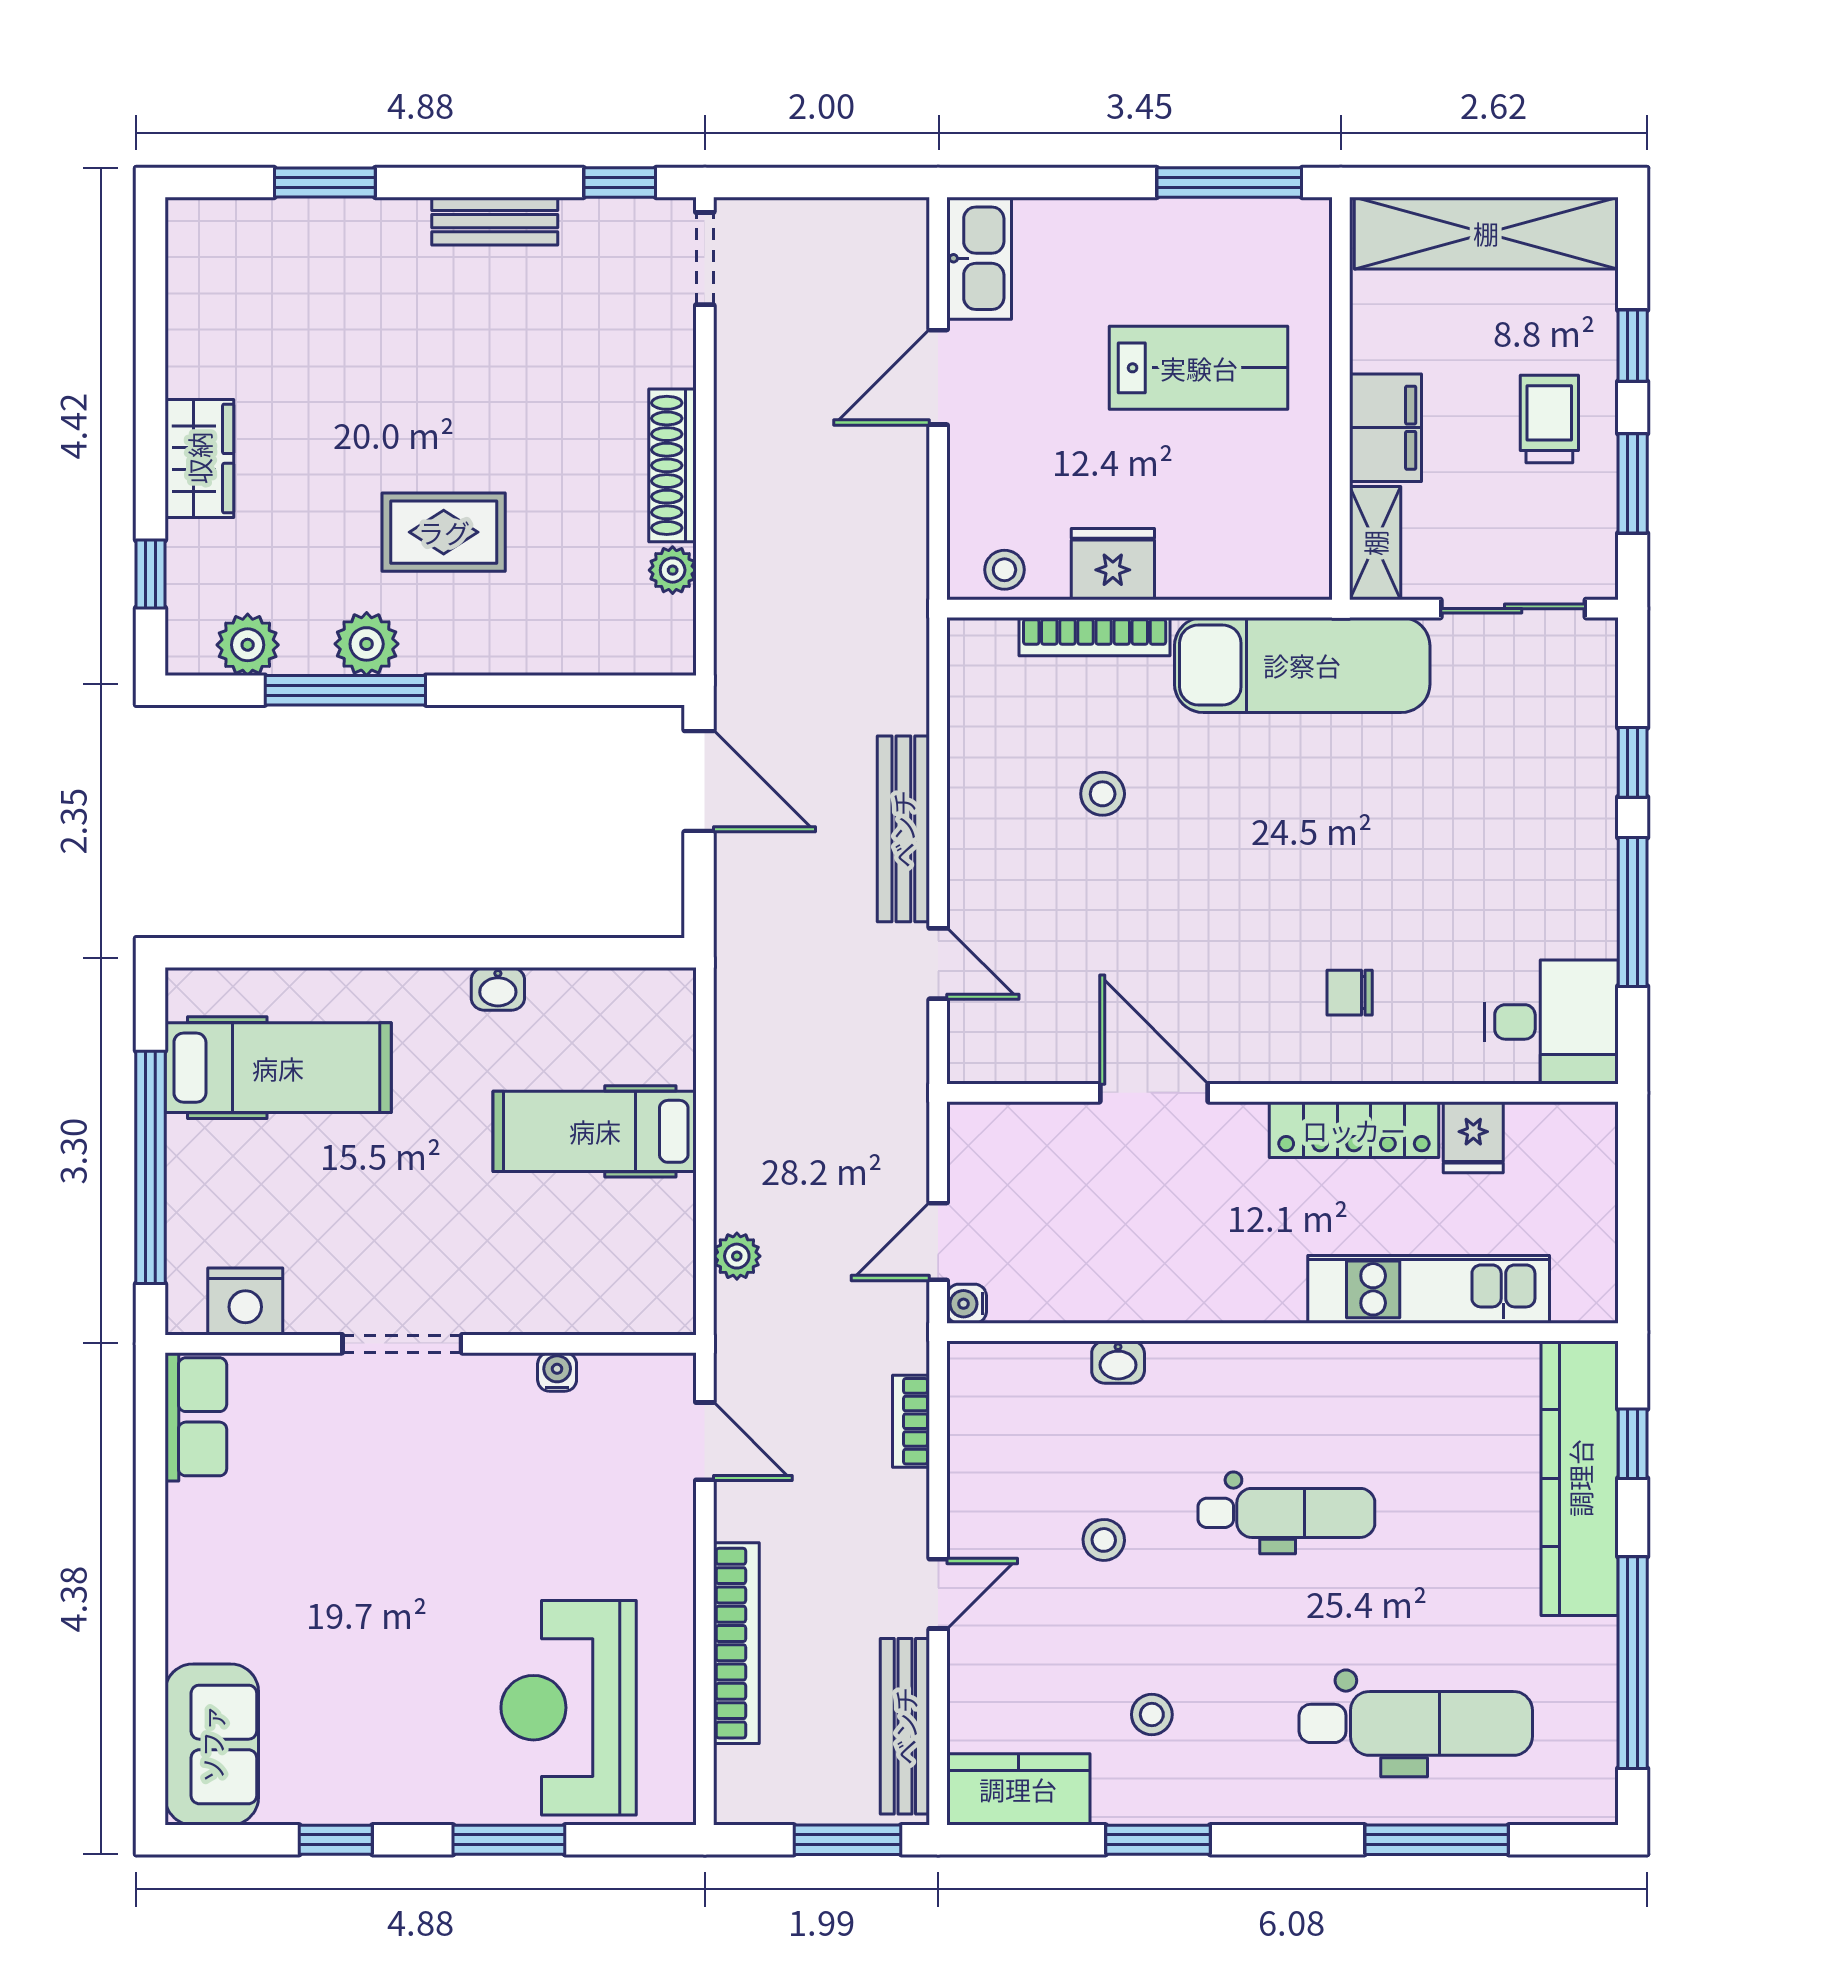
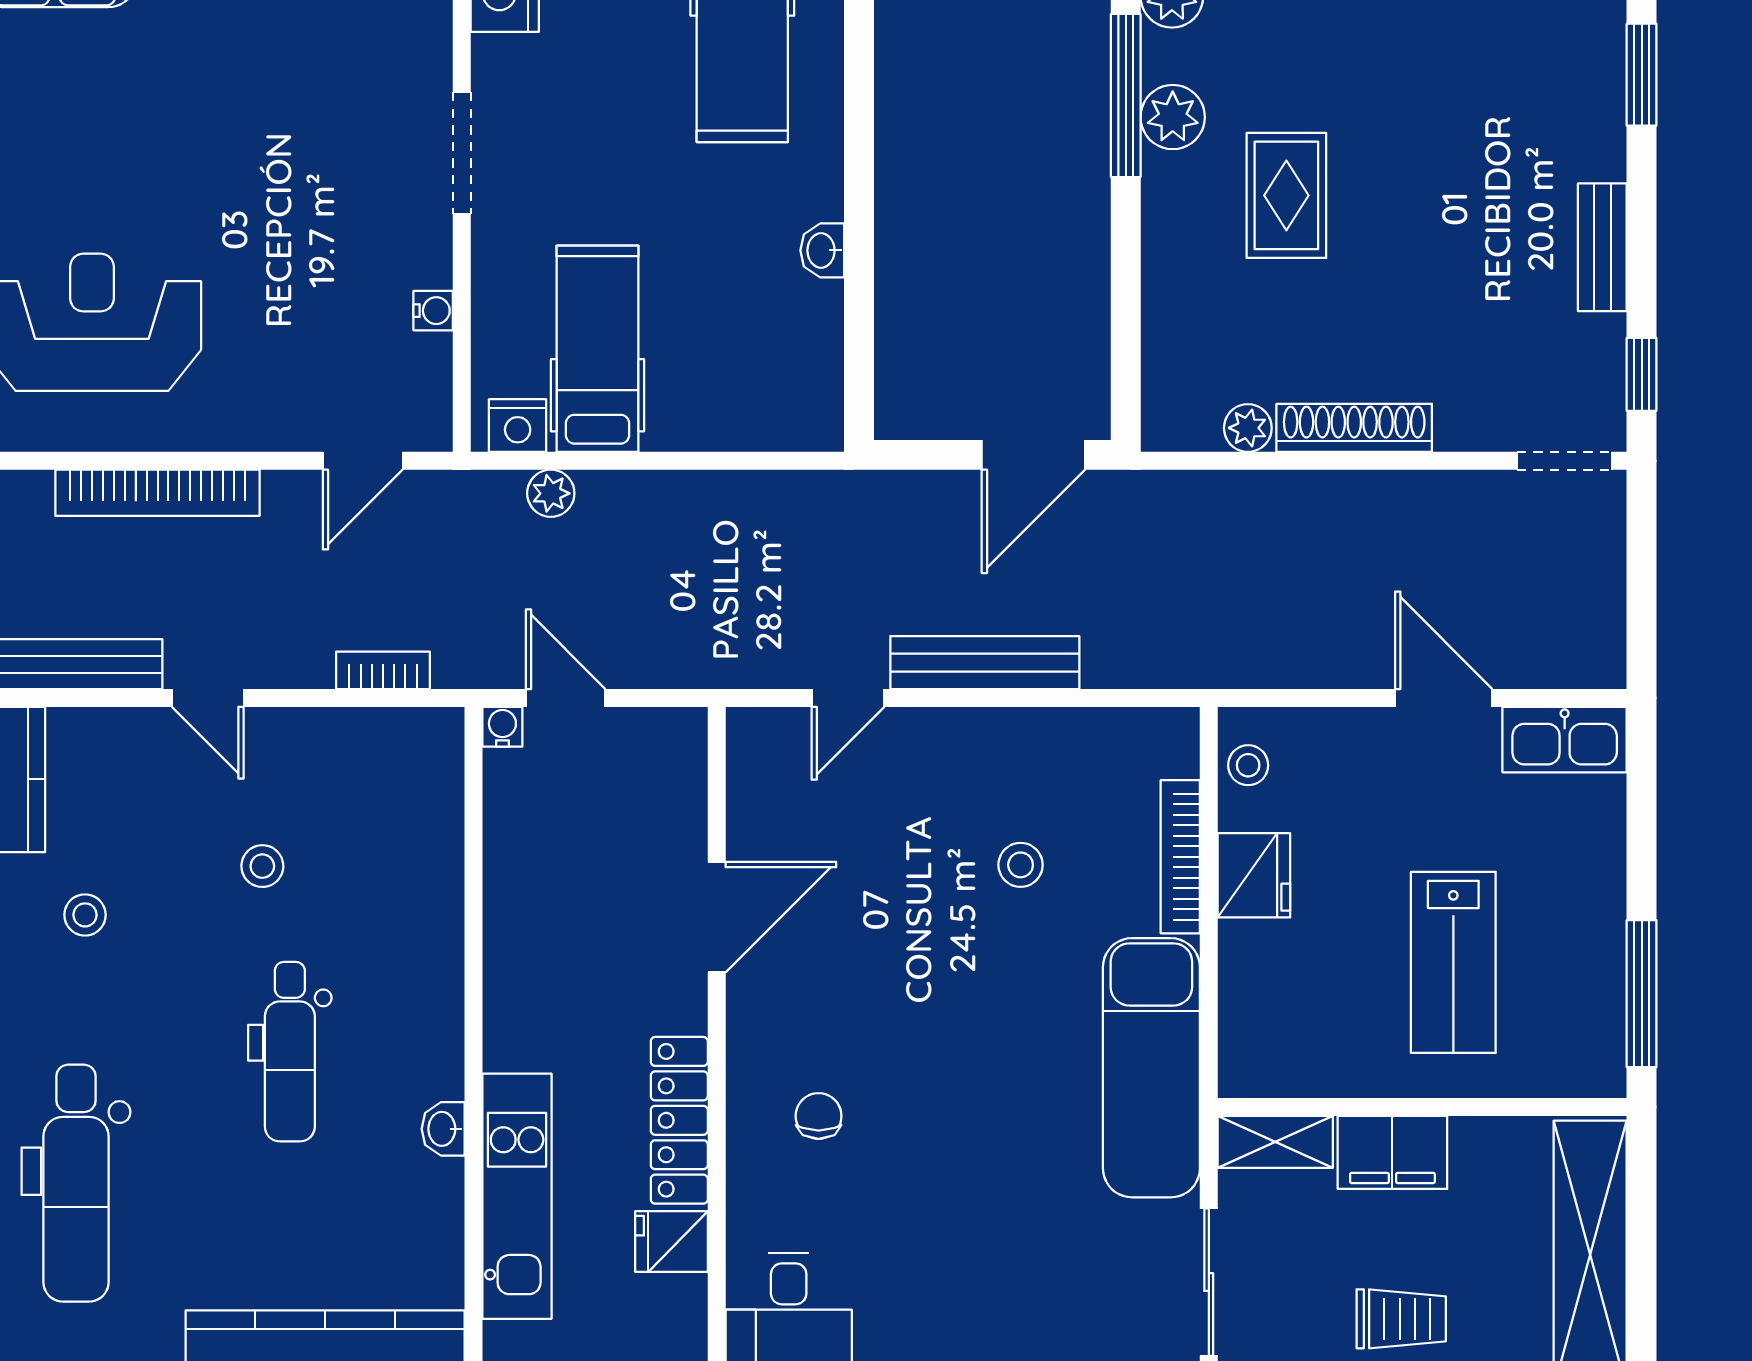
hospital bed: (595, 1131) -> (598, 349), moved
nightstand: (670, 1289) -> (518, 426), added
washbasin: (1118, 1362) -> (443, 1129), moved

